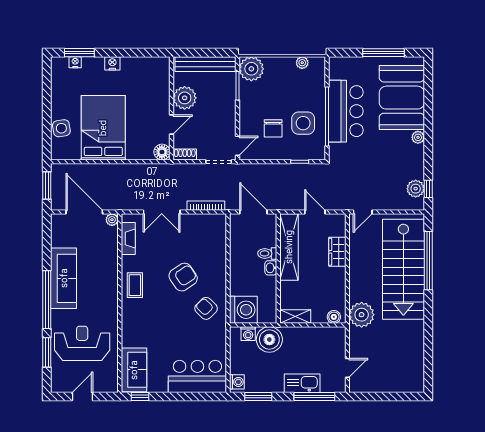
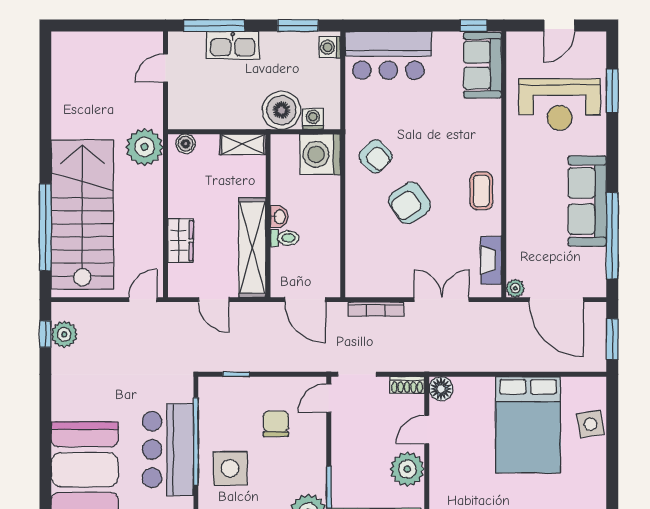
side table: (303, 123) -> (230, 468), moved
plant: (418, 137) -> (61, 411), removed
window: (47, 300) -> (612, 236), moved

